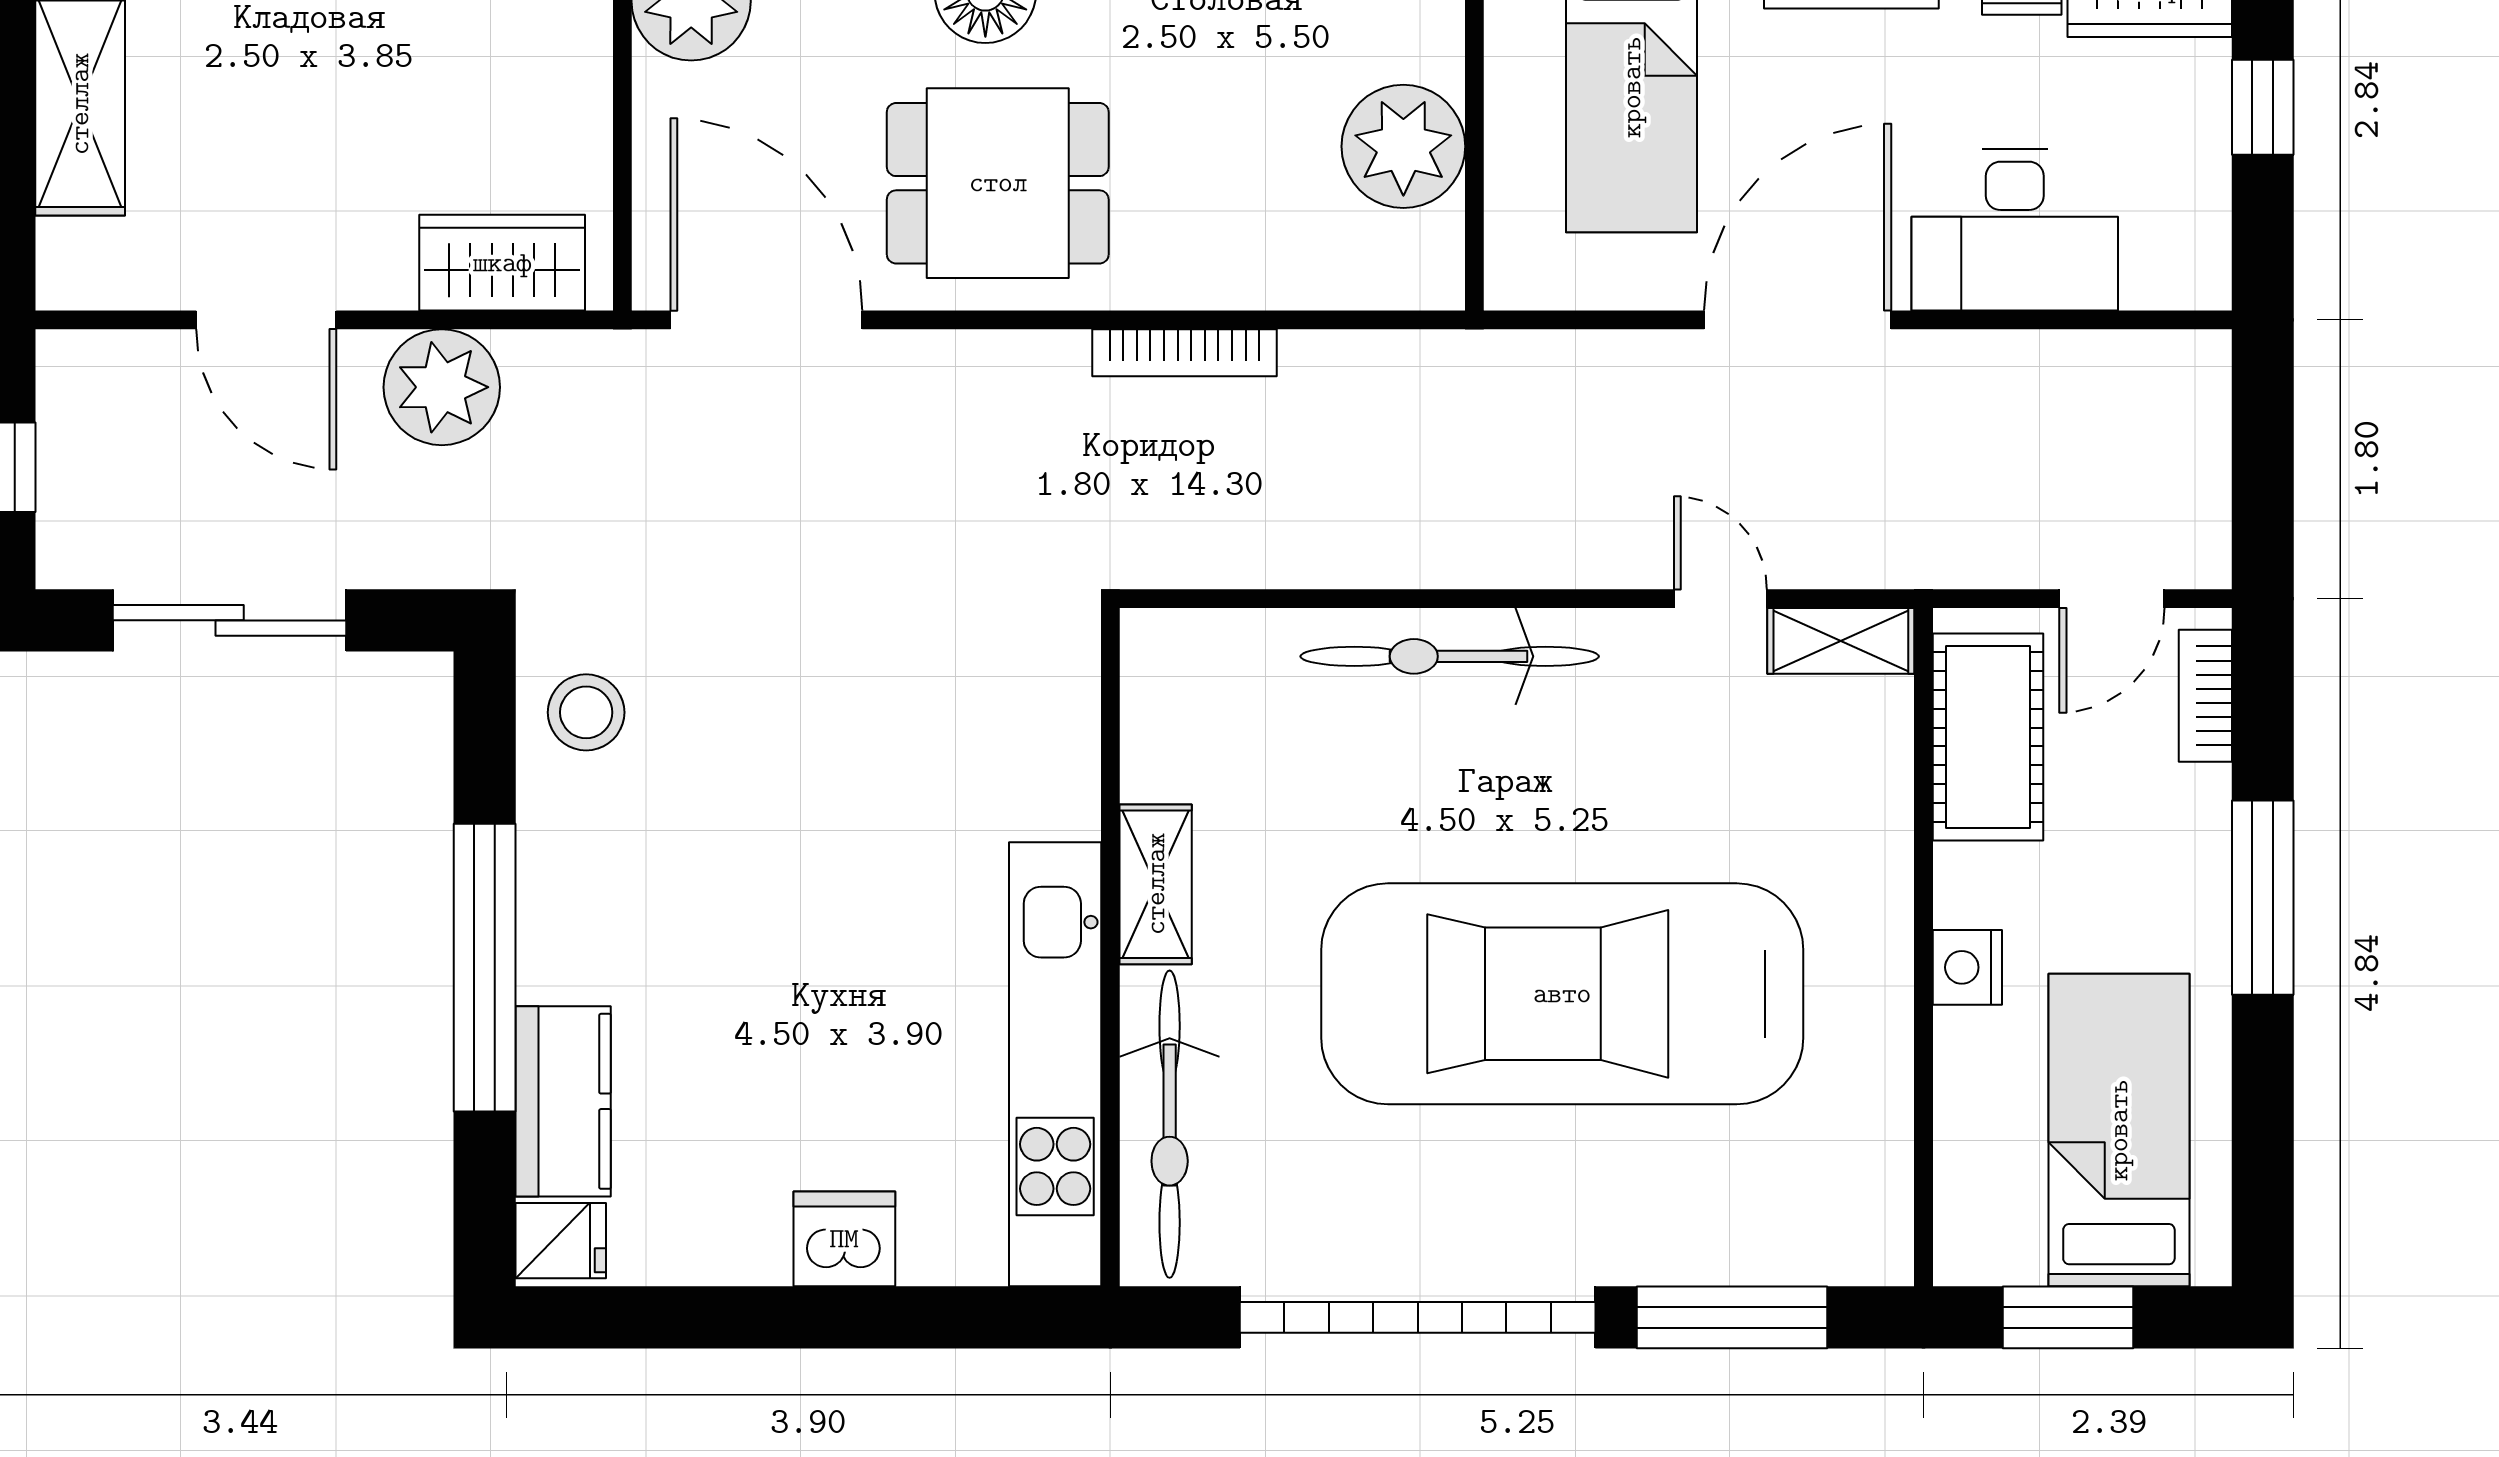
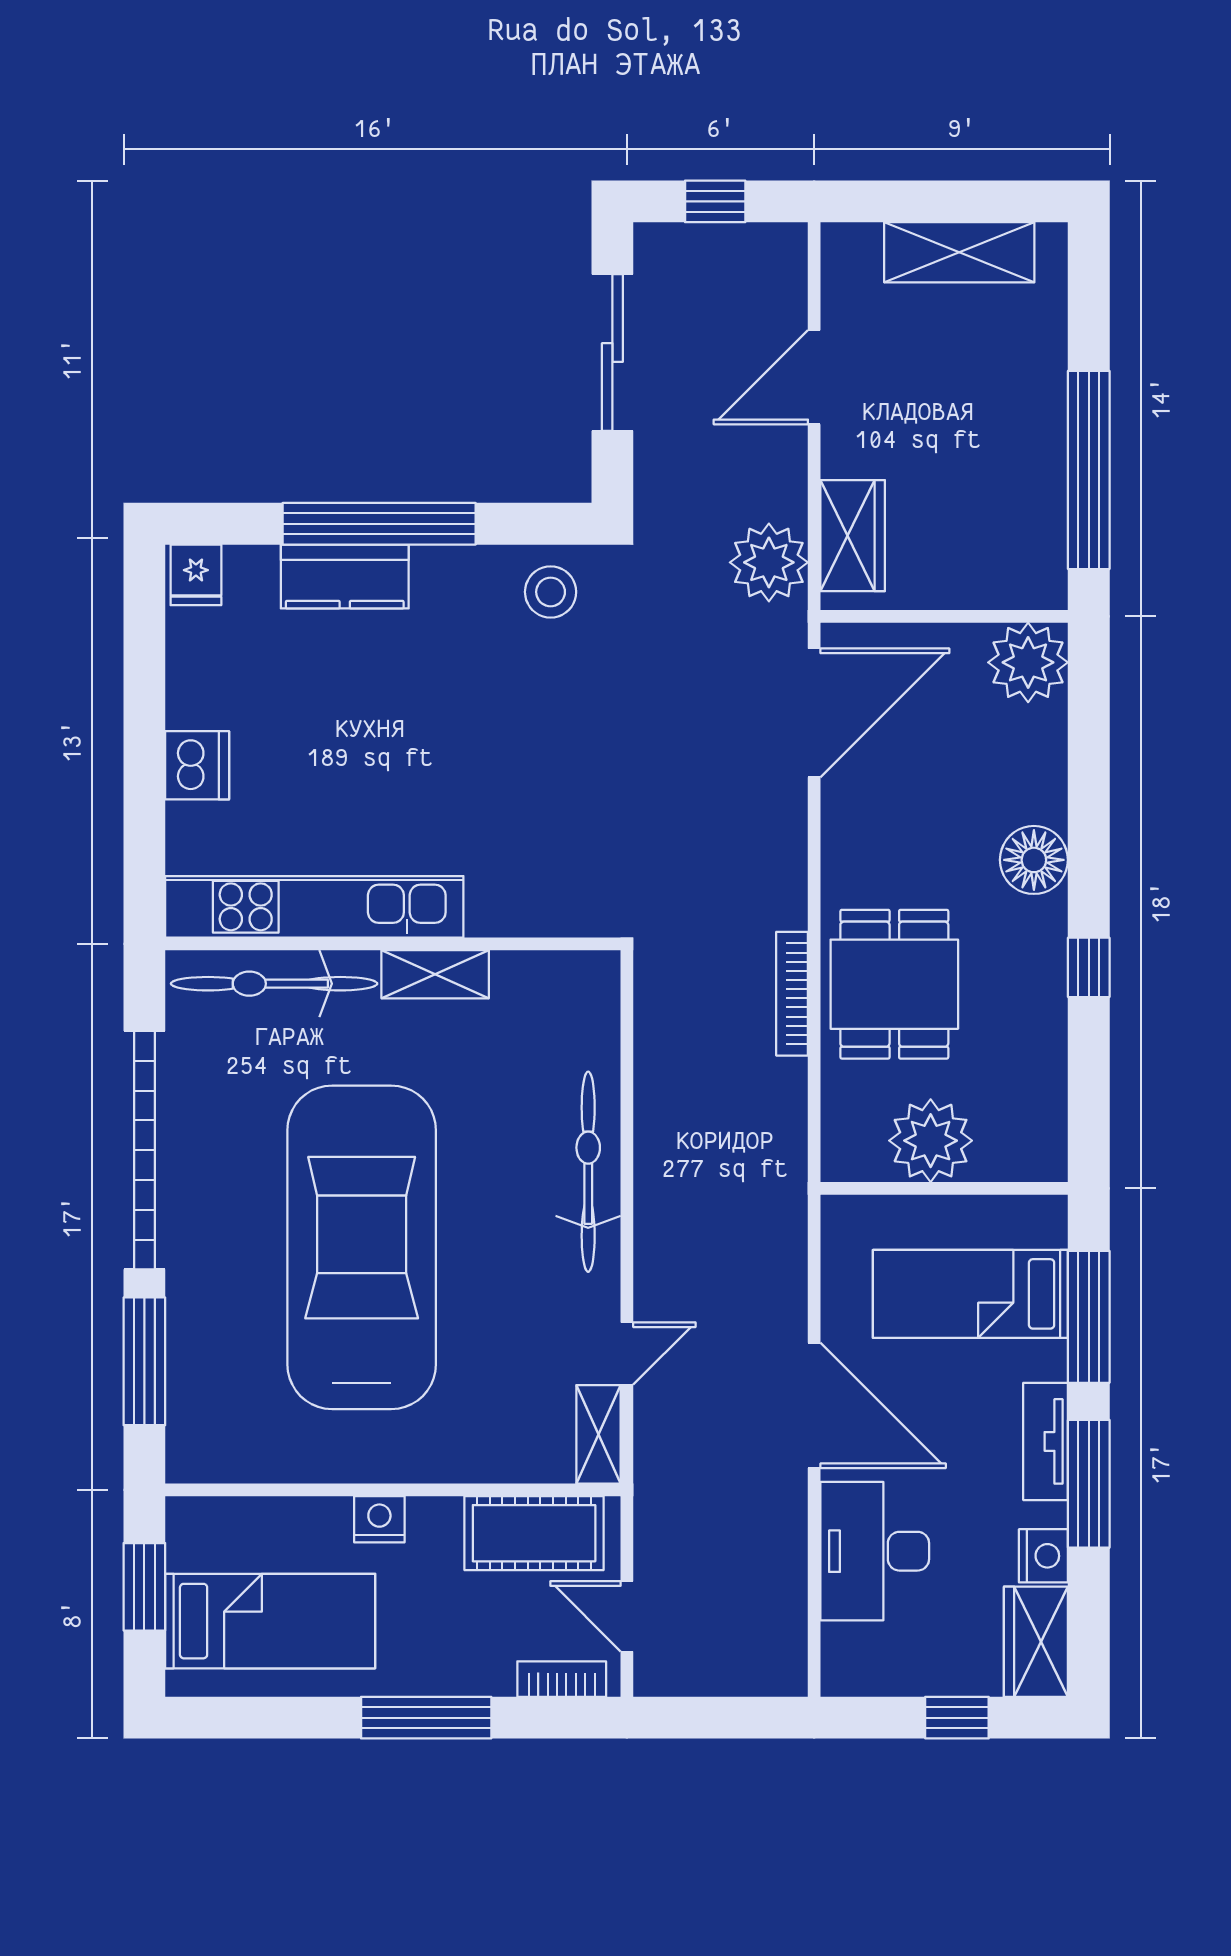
dining table: (998, 183) -> (894, 984), moved
plant: (442, 387) -> (769, 562), moved
kitchen counter: (563, 1101) -> (345, 577), moved

